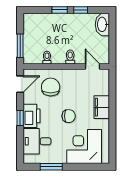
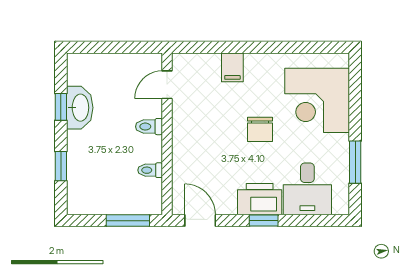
window: (60, 10) -> (61, 166), moved
washbasin: (102, 24) -> (80, 108), moved, turned -90
chair: (51, 87) -> (205, 163), removed
filing cabinet: (102, 107) -> (232, 67), width x0.50
chair: (69, 116) -> (260, 129), turned 180

